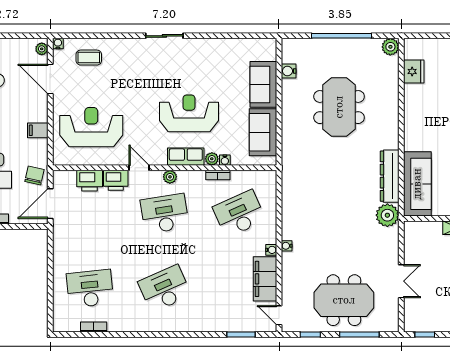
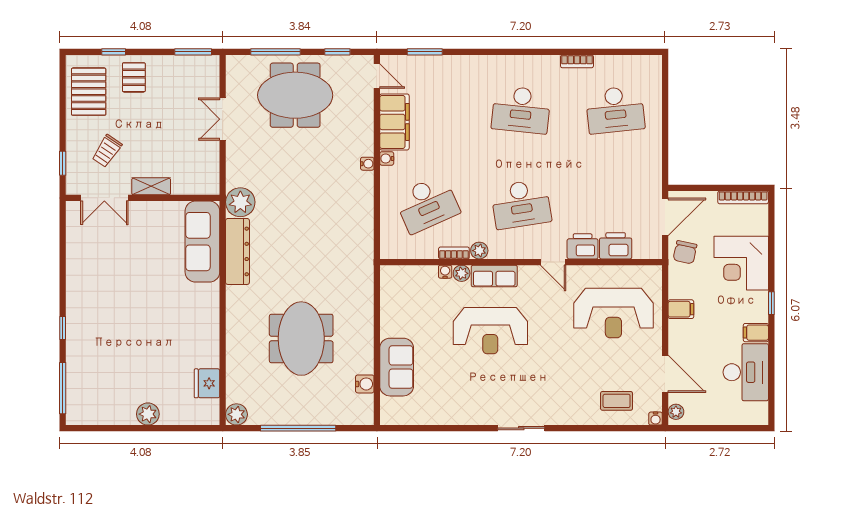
sofa: (263, 132) -> (397, 307), removed
plant: (170, 177) -> (479, 251), moved
desk: (165, 289) -> (521, 110), turned 30
bookcase: (94, 327) -> (577, 61), moved
window: (425, 335) -> (193, 52), width x1.50

